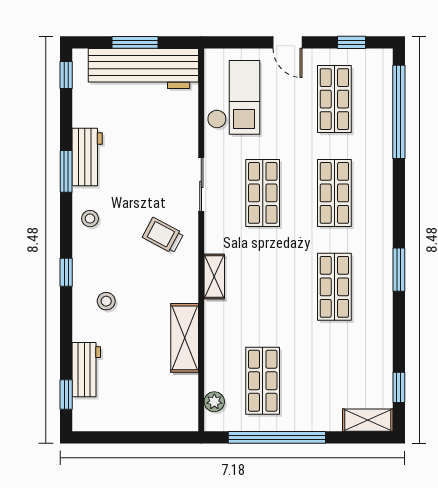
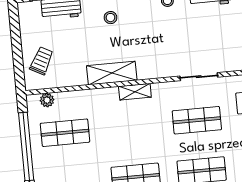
trolley: (163, 235) -> (42, 61), moved
shelving: (185, 338) -> (112, 73), moved

